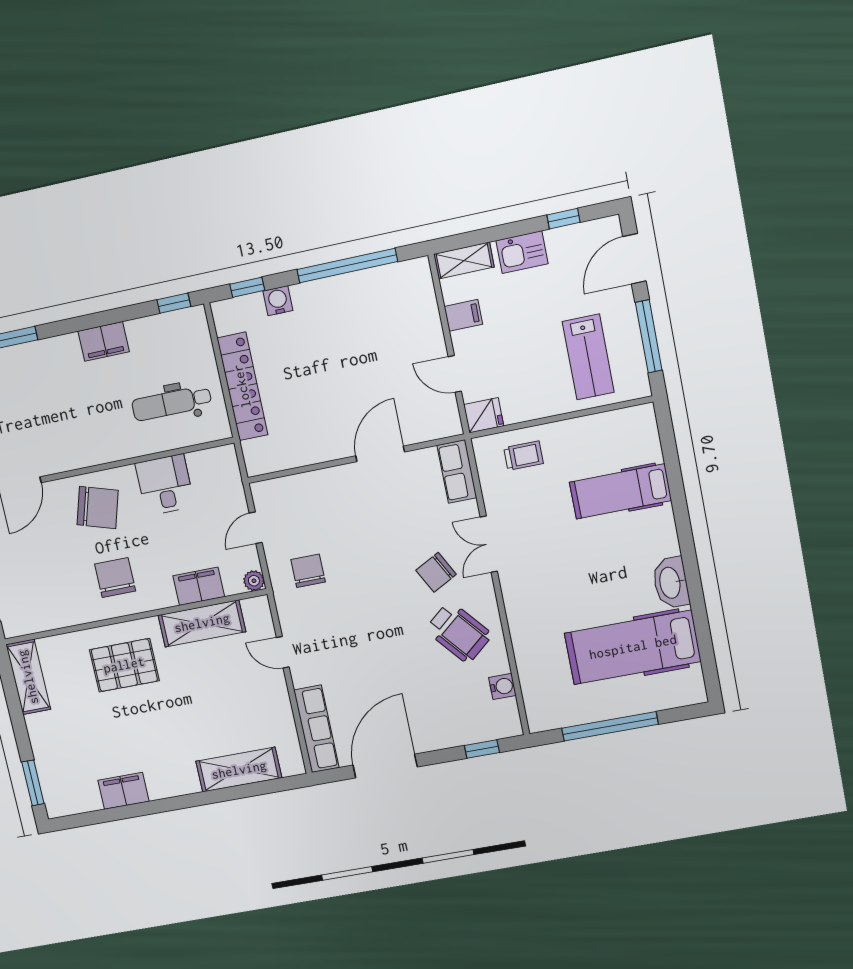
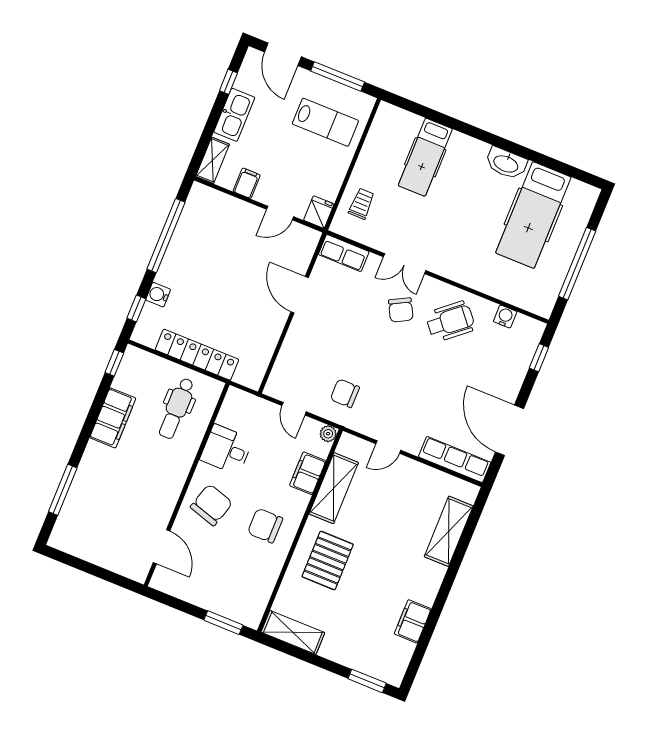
kitchen sink: (522, 252) -> (234, 115), width x1.38
filing cabinet: (104, 341) -> (113, 418), width x1.50, depth x1.17

